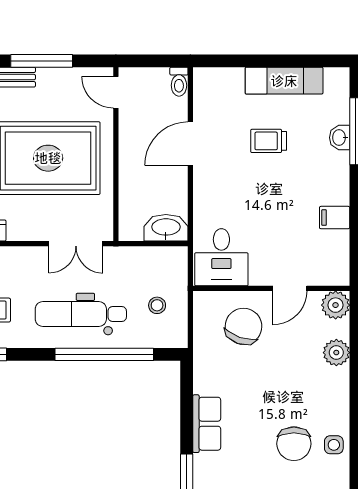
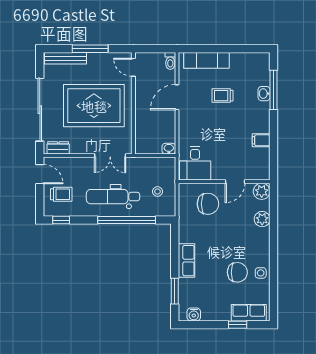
exam couch: (284, 81) -> (206, 60), moved
washbasin: (166, 228) -> (169, 149), width x0.52, depth x0.69
chair: (244, 326) -> (208, 204), turned 71
chair: (294, 444) -> (237, 272), turned -90

